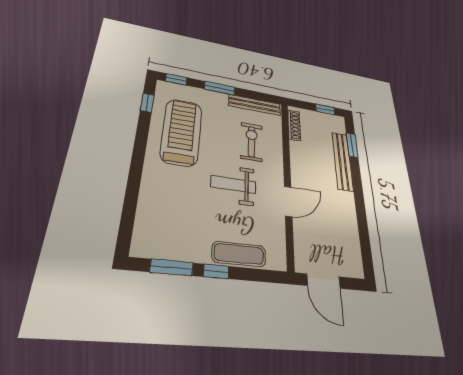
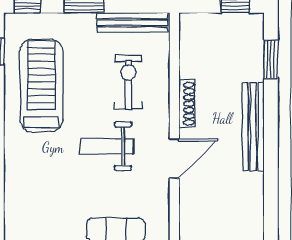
shoe rack: (294, 125) -> (187, 104), moved
bench: (342, 161) -> (253, 127), moved

